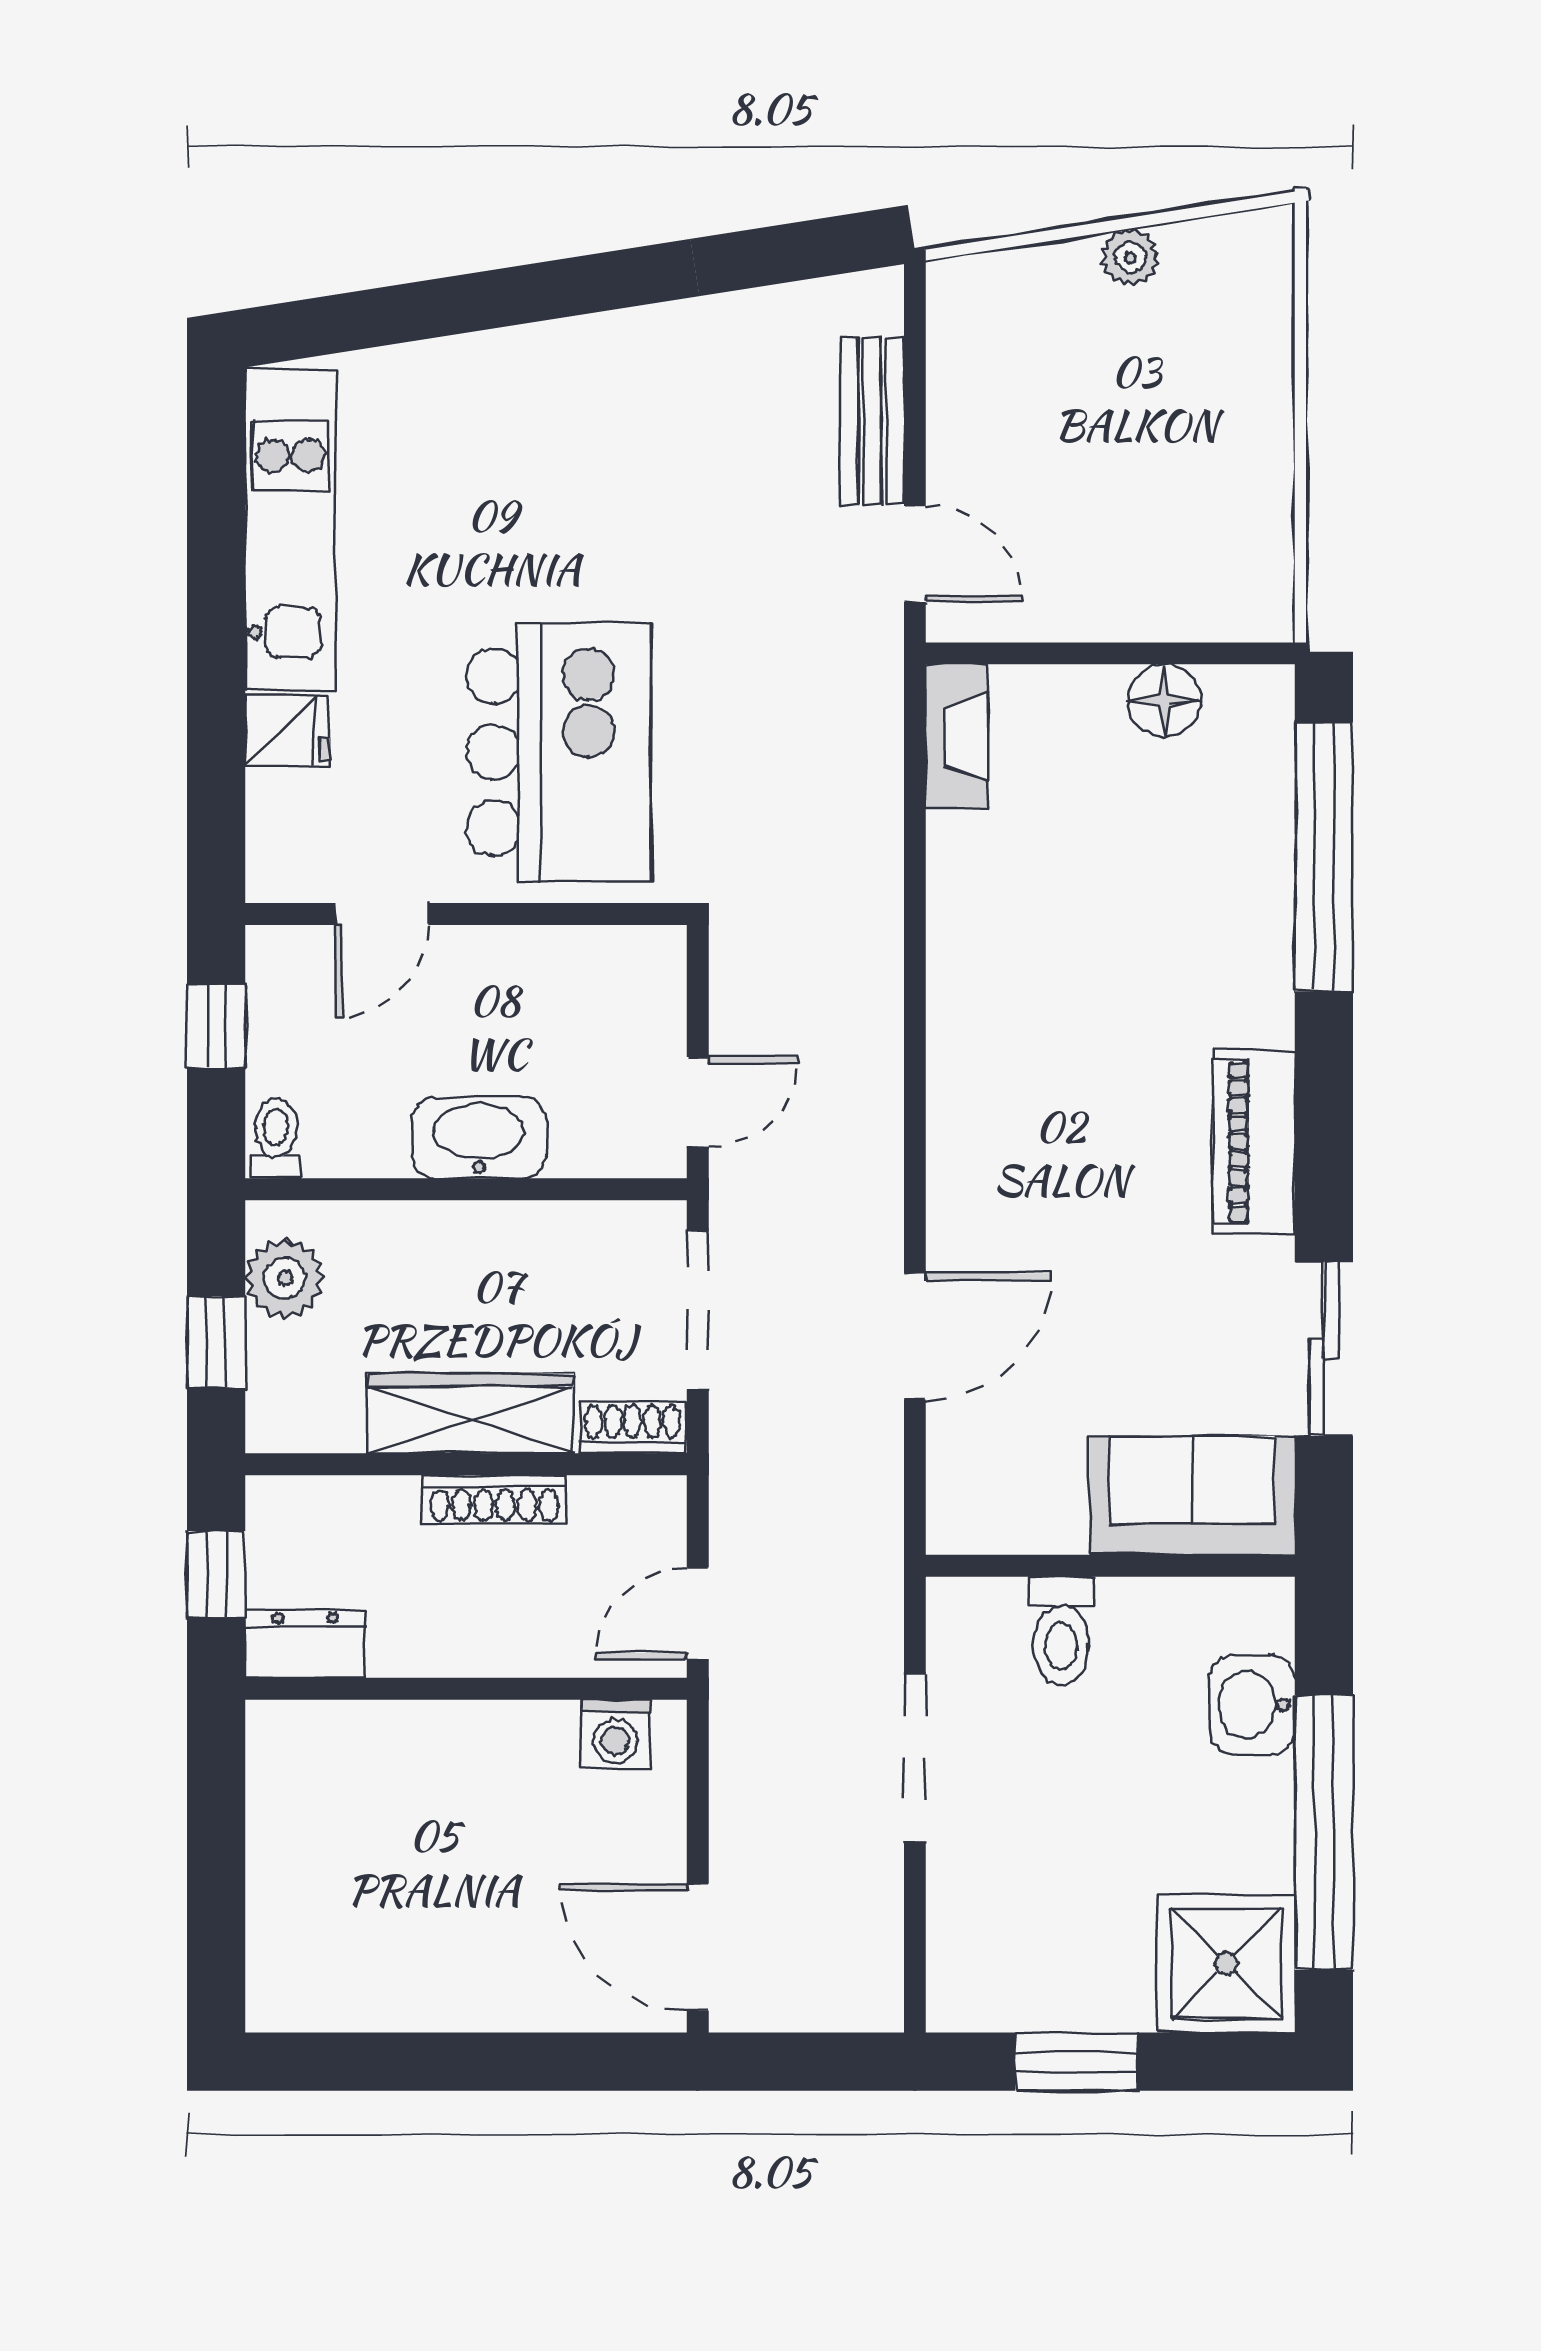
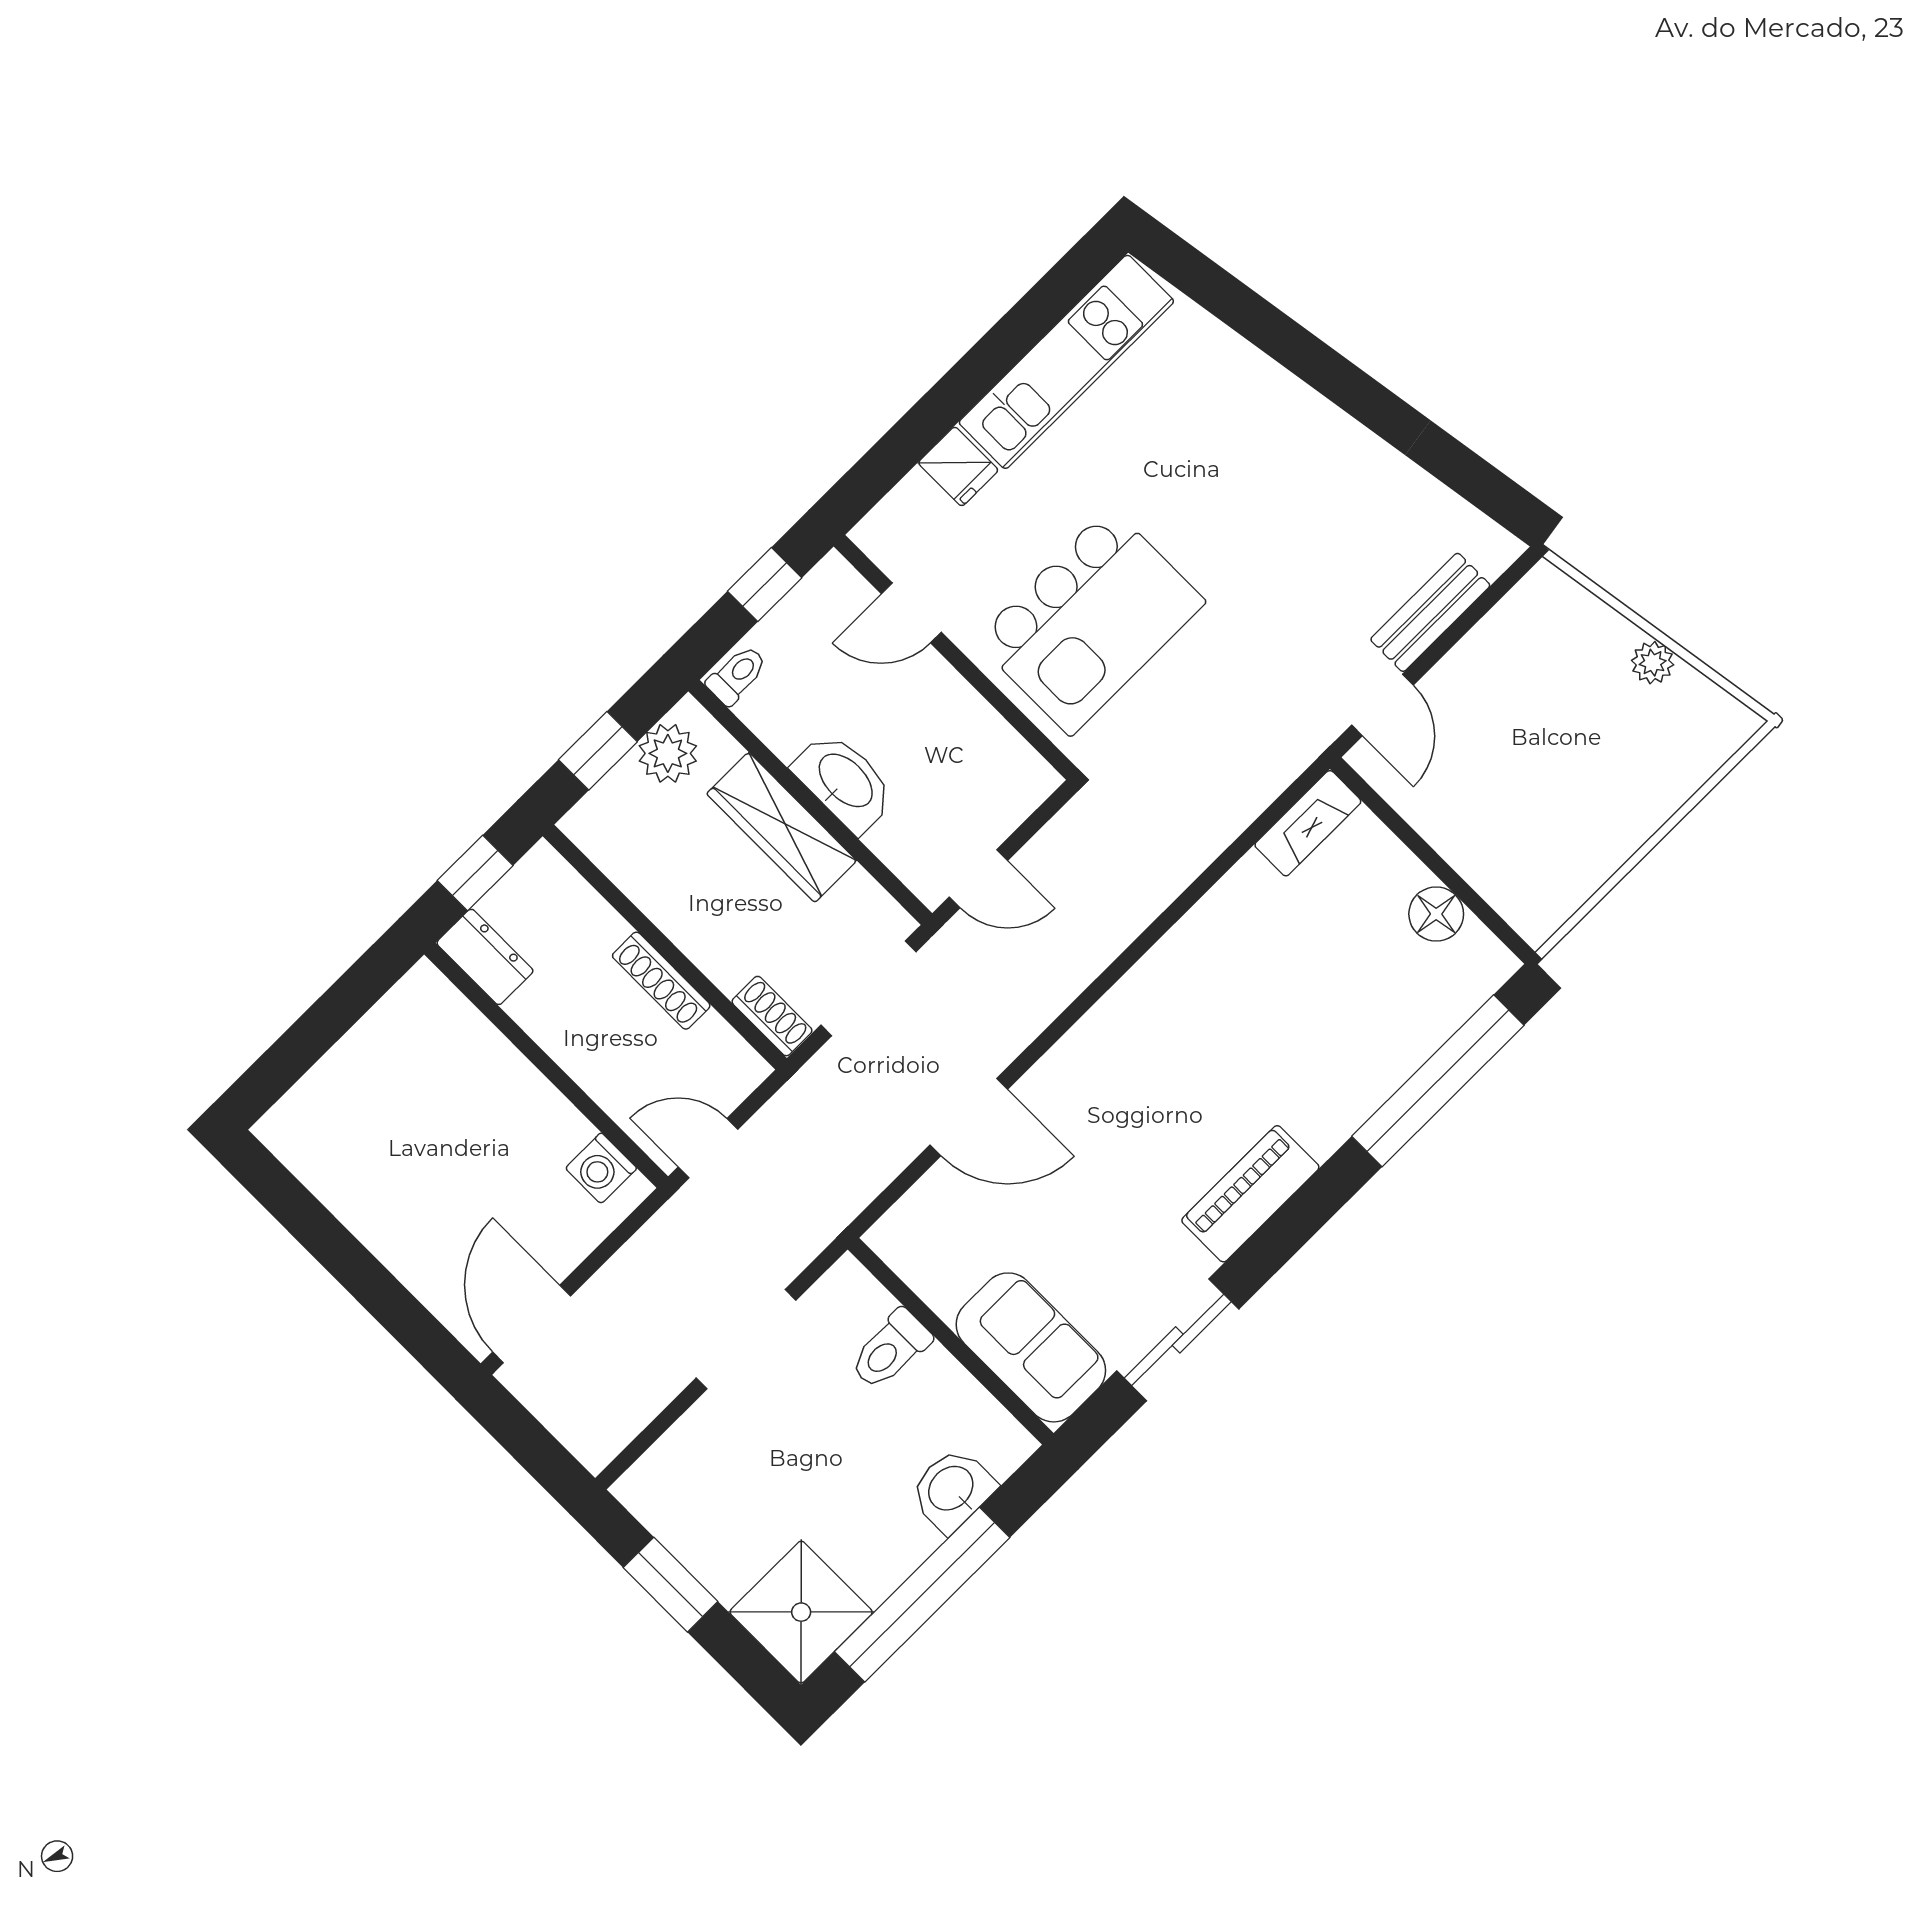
wardrobe: (471, 1414) -> (782, 827), moved, turned 180

